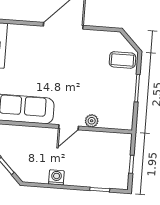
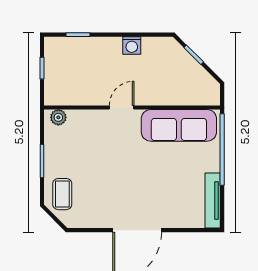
coffee table: (122, 60) -> (62, 194), turned 90
plant: (92, 121) -> (58, 117), moved

